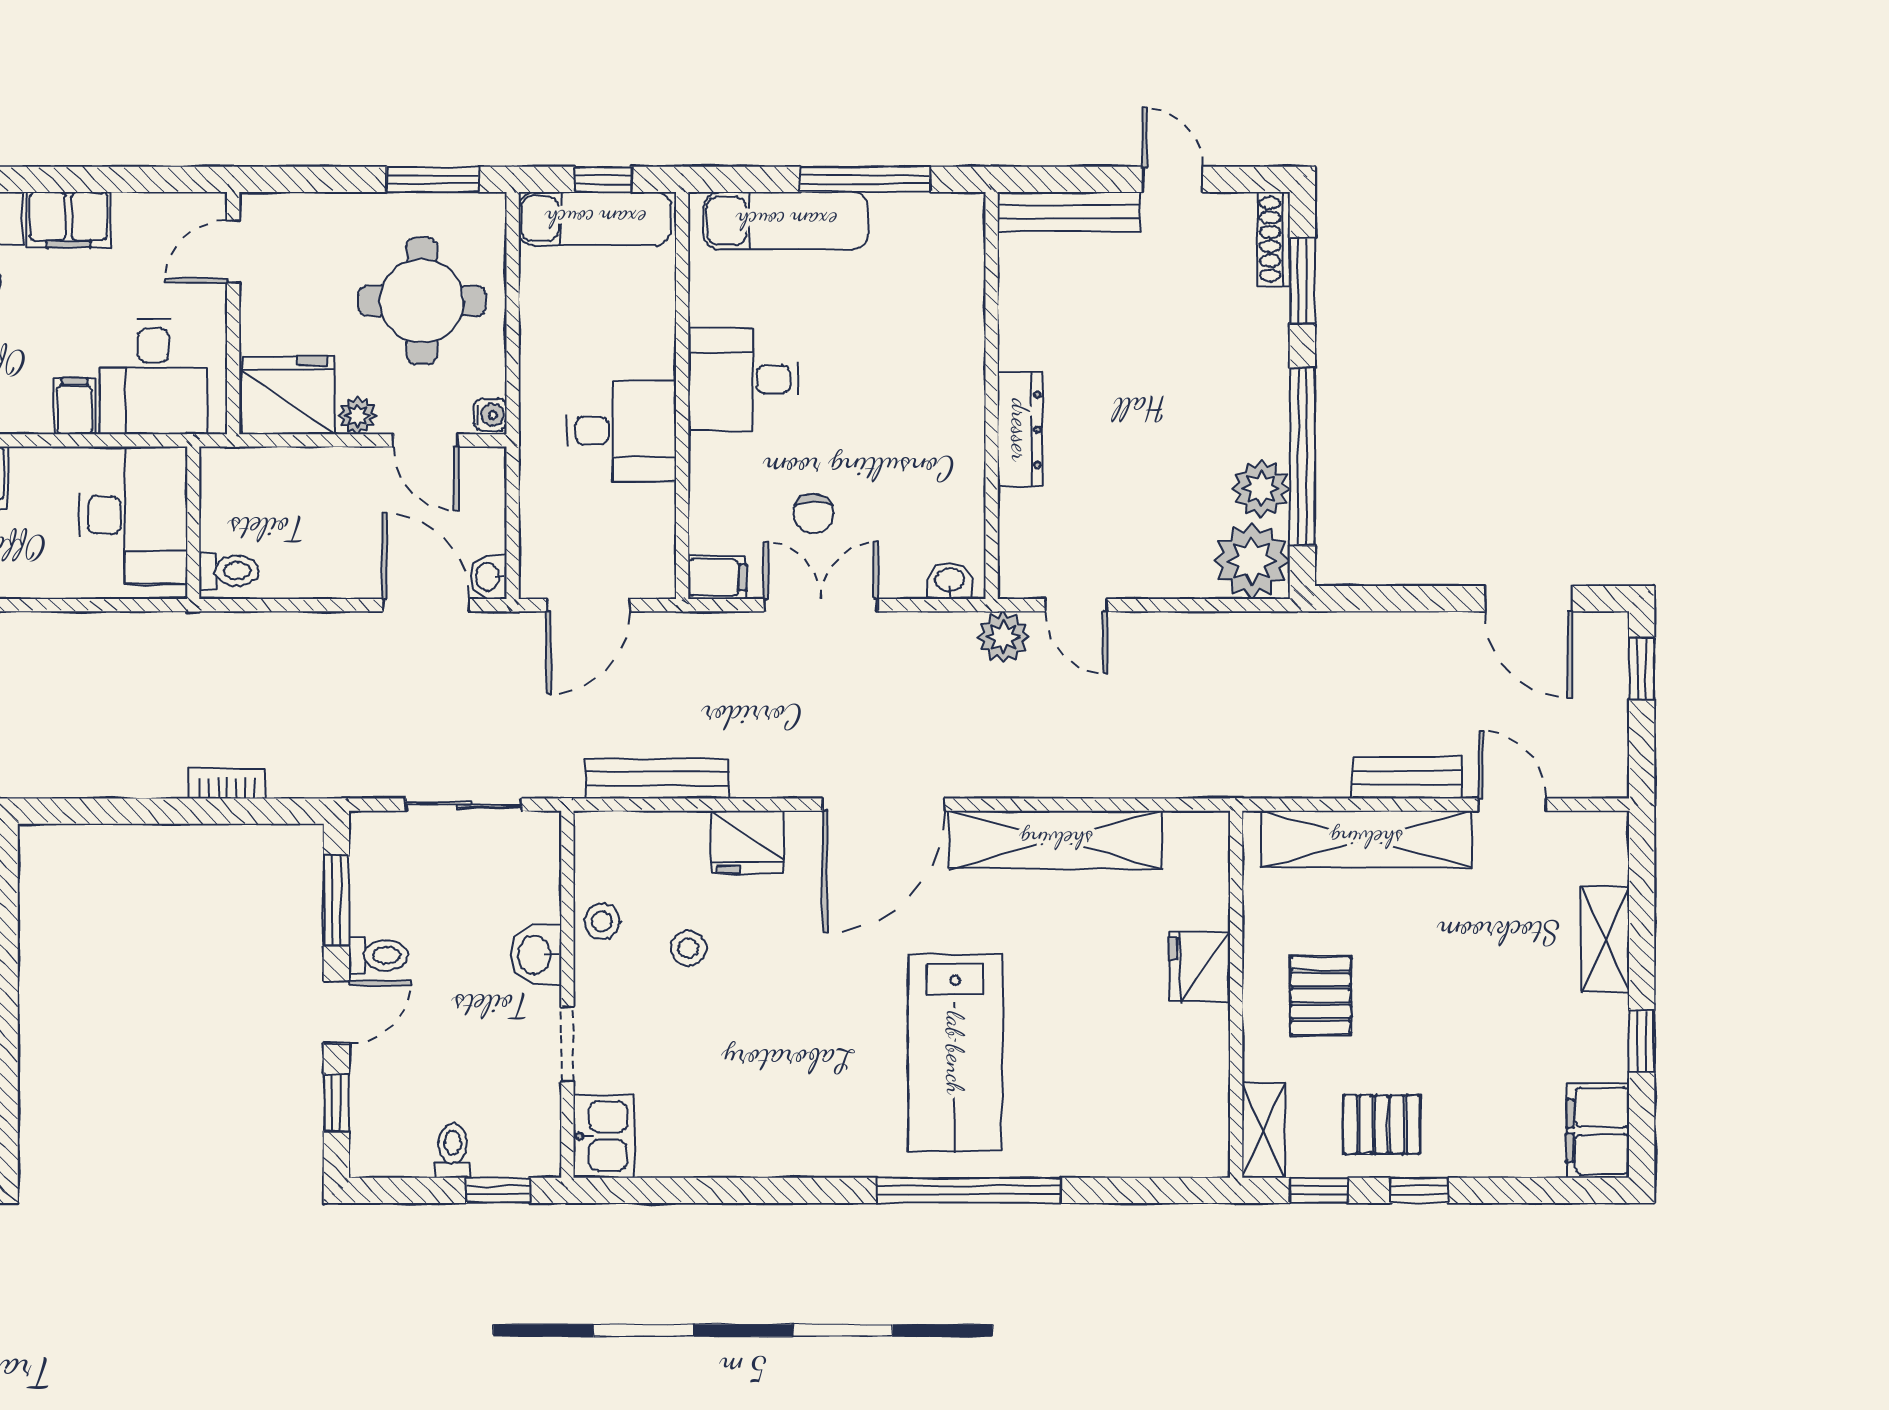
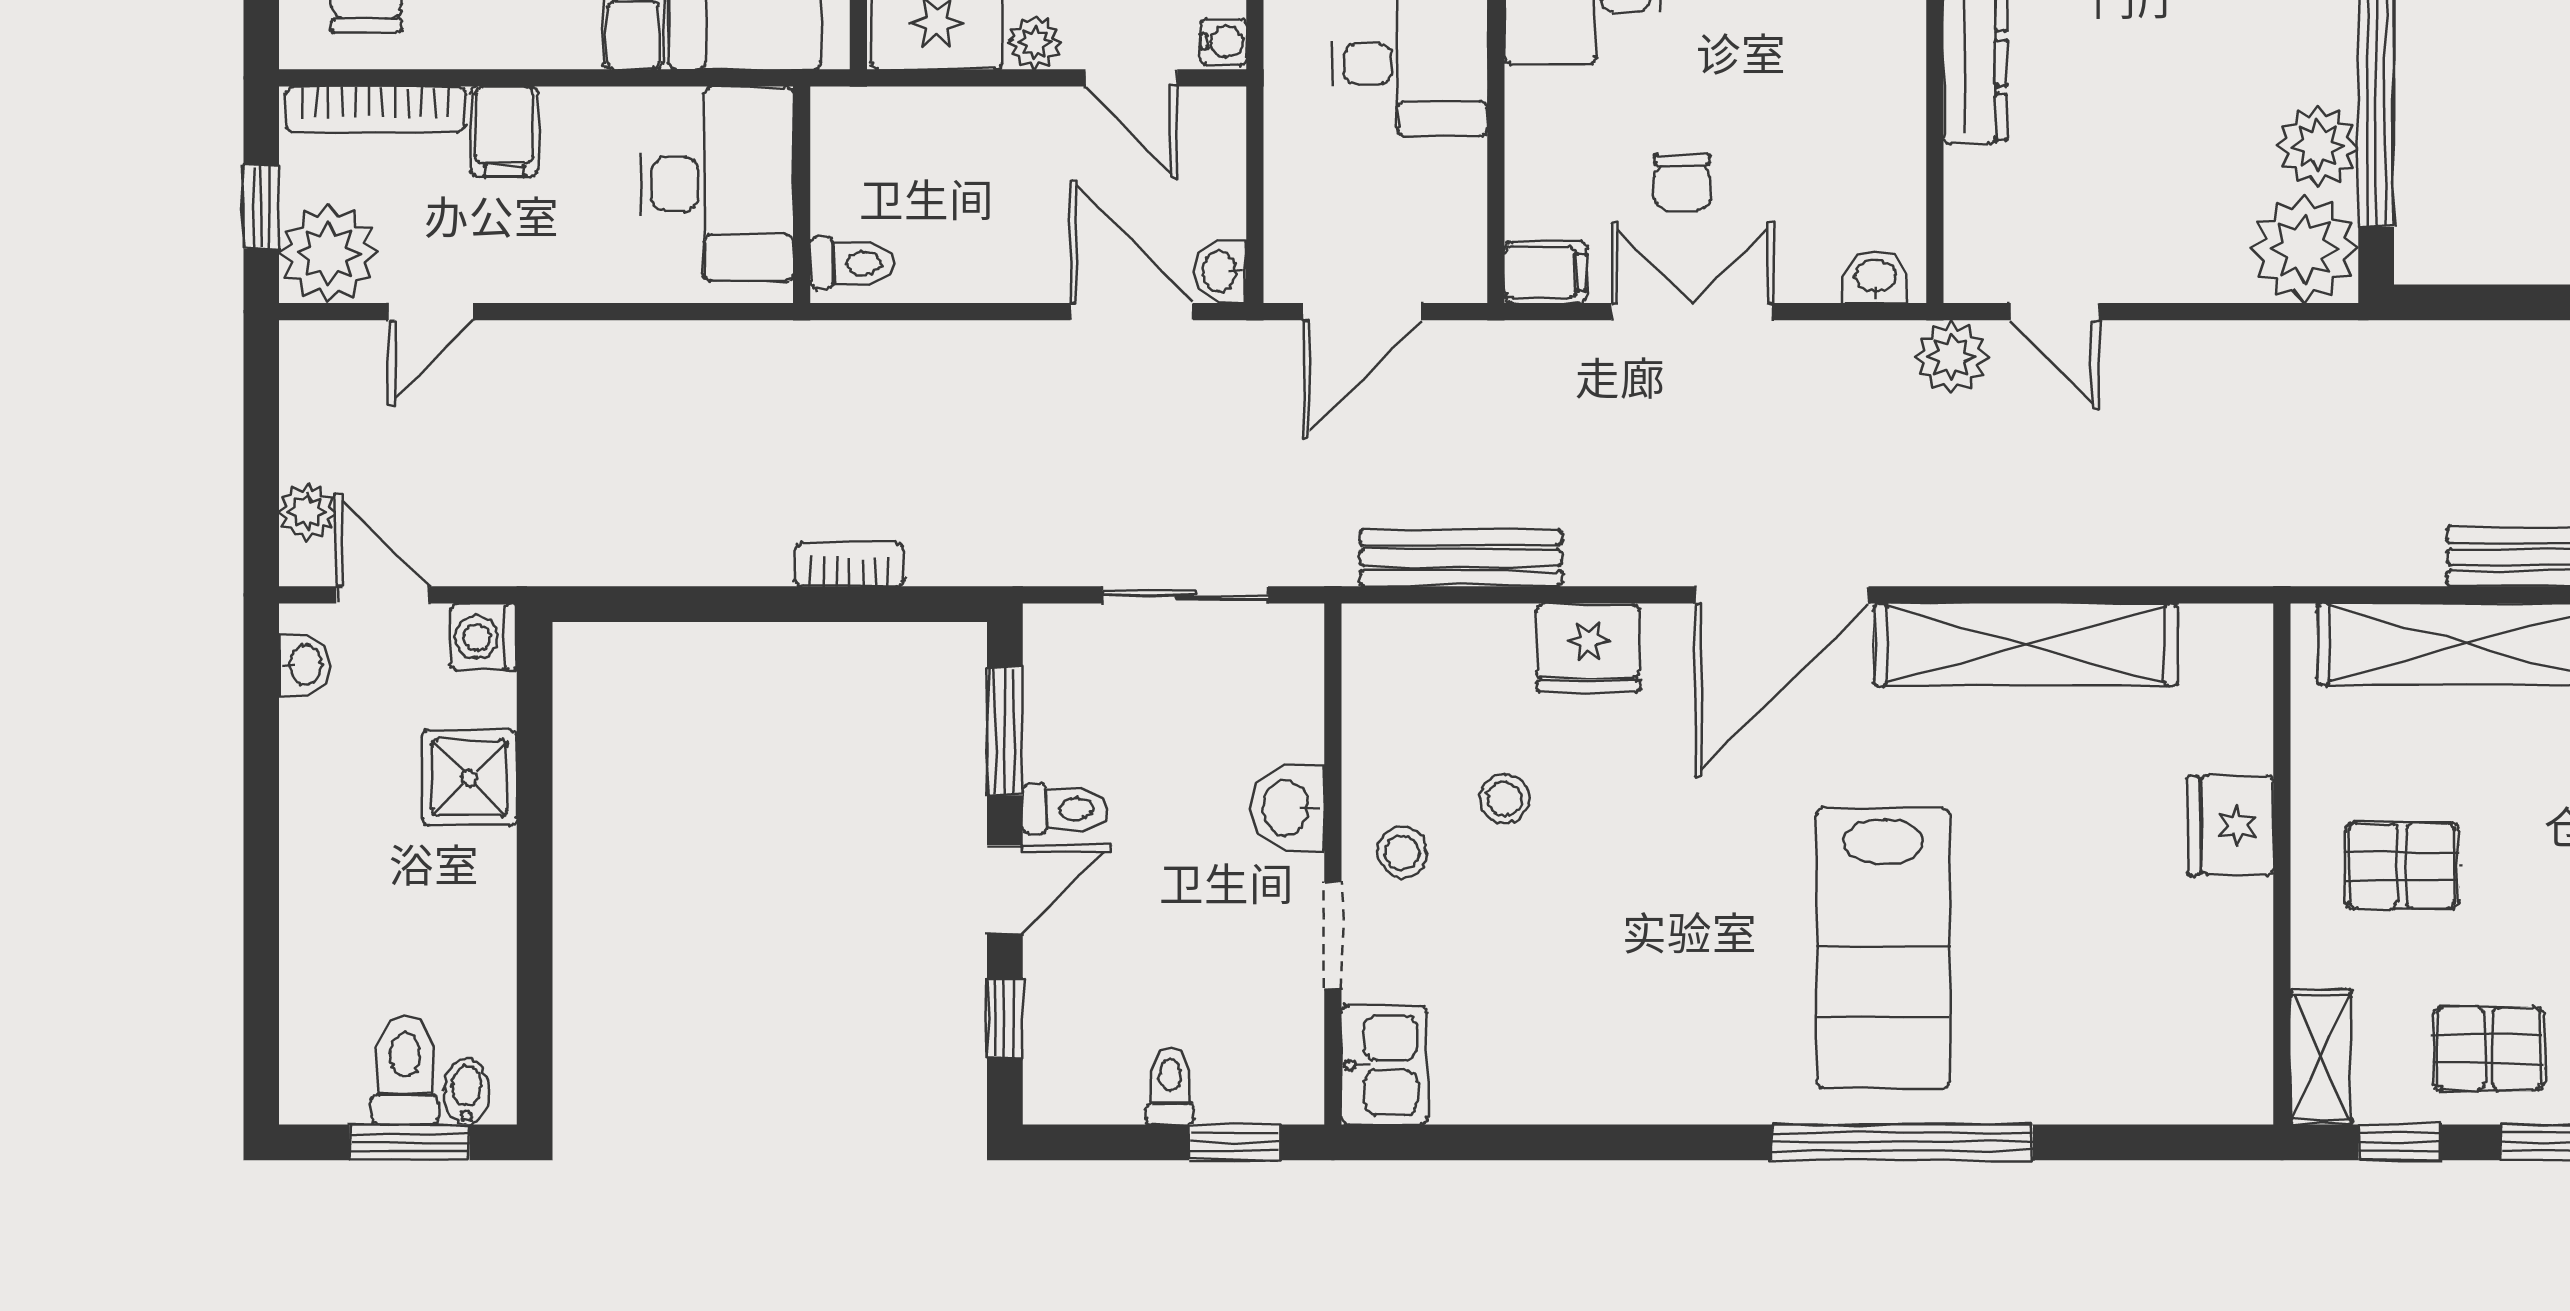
stool: (602, 921) -> (1402, 852), moved
pallet: (1321, 996) -> (2402, 866), turned 90

